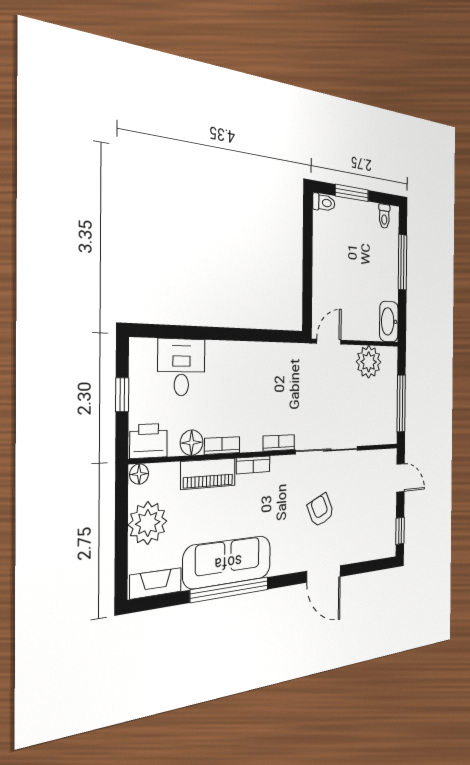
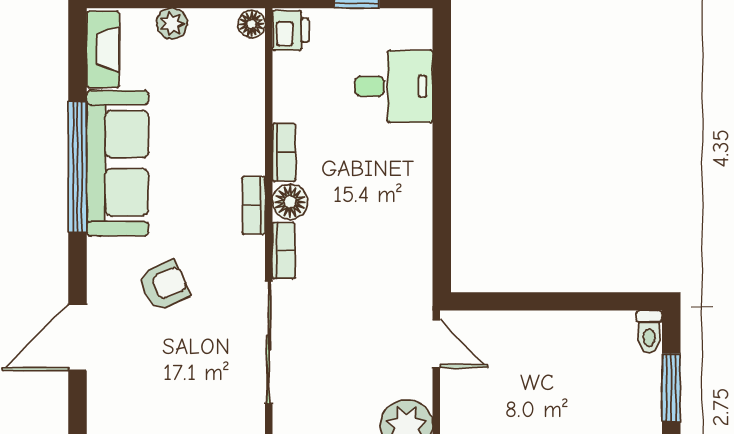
printer: (149, 441) -> (291, 30), width x0.73, depth x0.81
floor lamp: (192, 443) -> (290, 202), moved
piano: (208, 474) -> (246, 130), removed
armchair: (321, 510) -> (164, 285), moved
plant: (148, 523) -> (172, 23), width x0.53, depth x0.53

